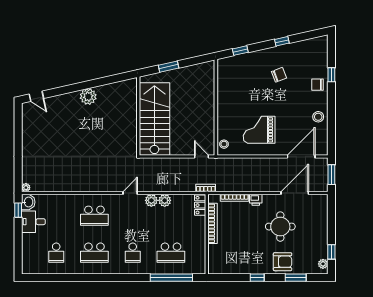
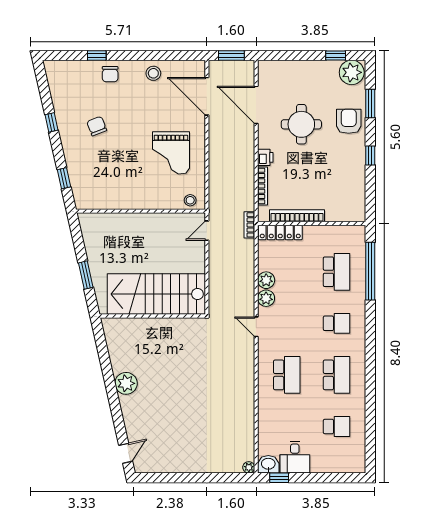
locker: (200, 205) -> (280, 233), width x1.53
plant: (323, 264) -> (352, 72), width x1.87, depth x1.87

